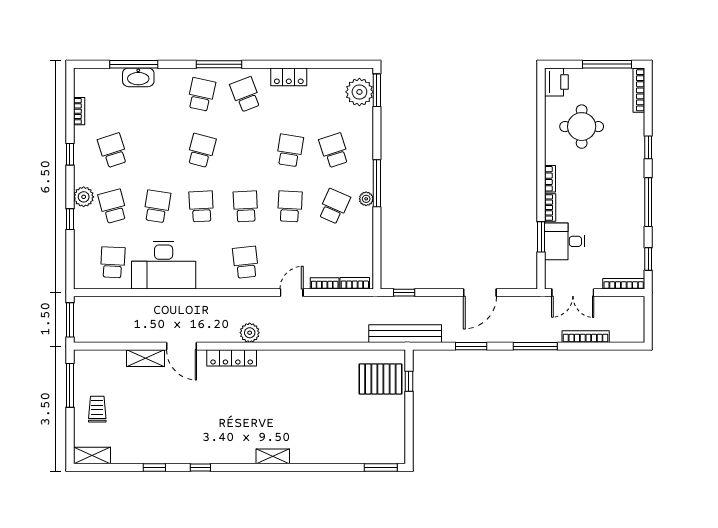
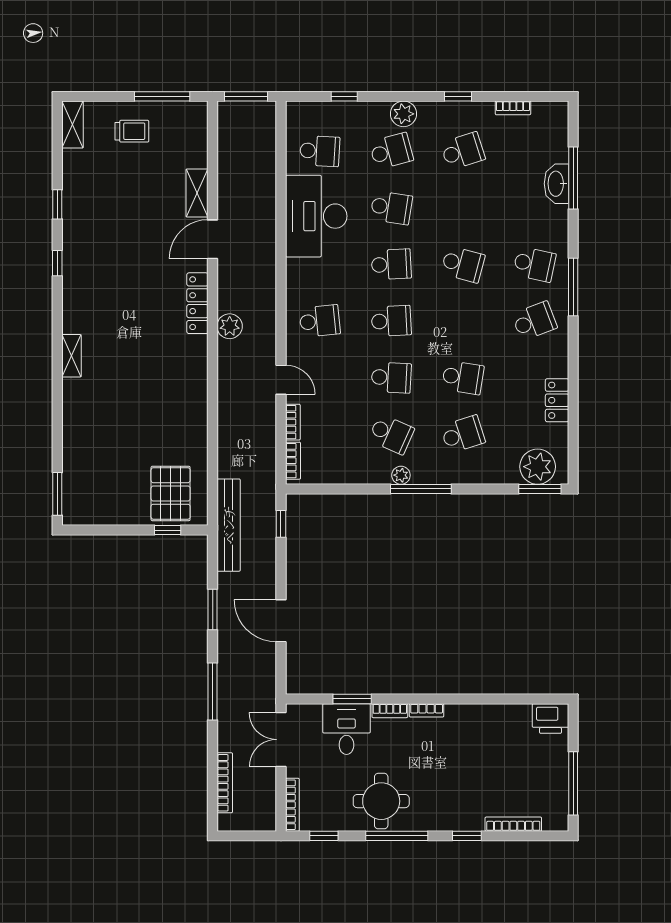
locker: (289, 77) -> (557, 400), moved
bookcase: (639, 90) -> (513, 824), moved
round table: (582, 127) -> (381, 801), moved
window: (70, 219) -> (344, 96), moved
bookcase: (586, 337) -> (225, 783), moved

